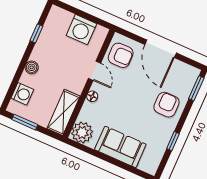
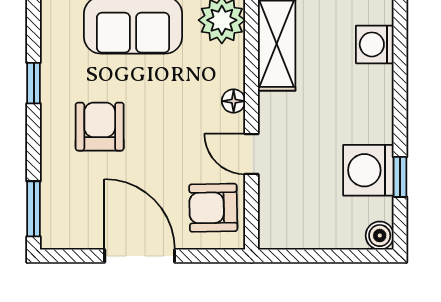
washing machine: (81, 30) -> (368, 170), moved, turned -90
boiler: (32, 67) -> (380, 236), moved
armchair: (166, 105) -> (100, 127), moved, turned 180

